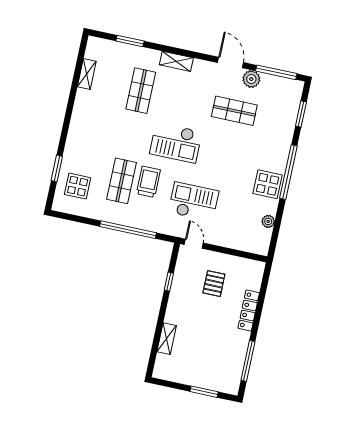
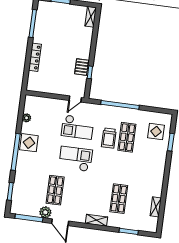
shop shelf: (234, 111) -> (55, 190), turned 90
checkout: (176, 143) -> (76, 159), moved
door: (194, 244) -> (75, 99), hinge flipped
pallet: (214, 284) -> (82, 67), moved
shelving: (167, 339) -> (91, 17), moved

